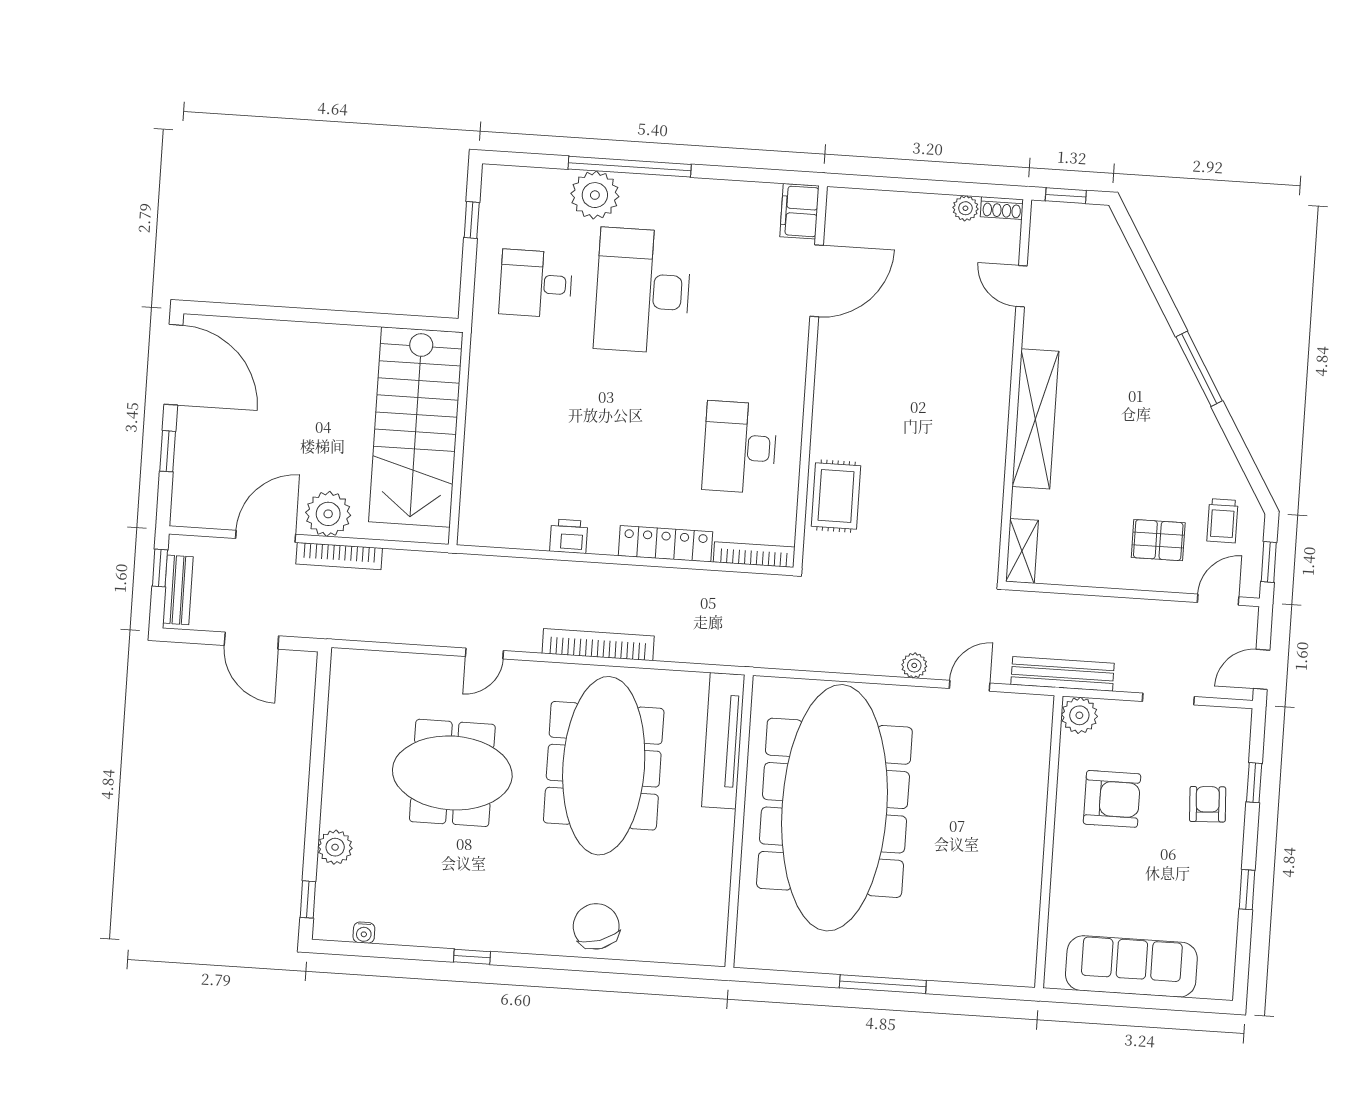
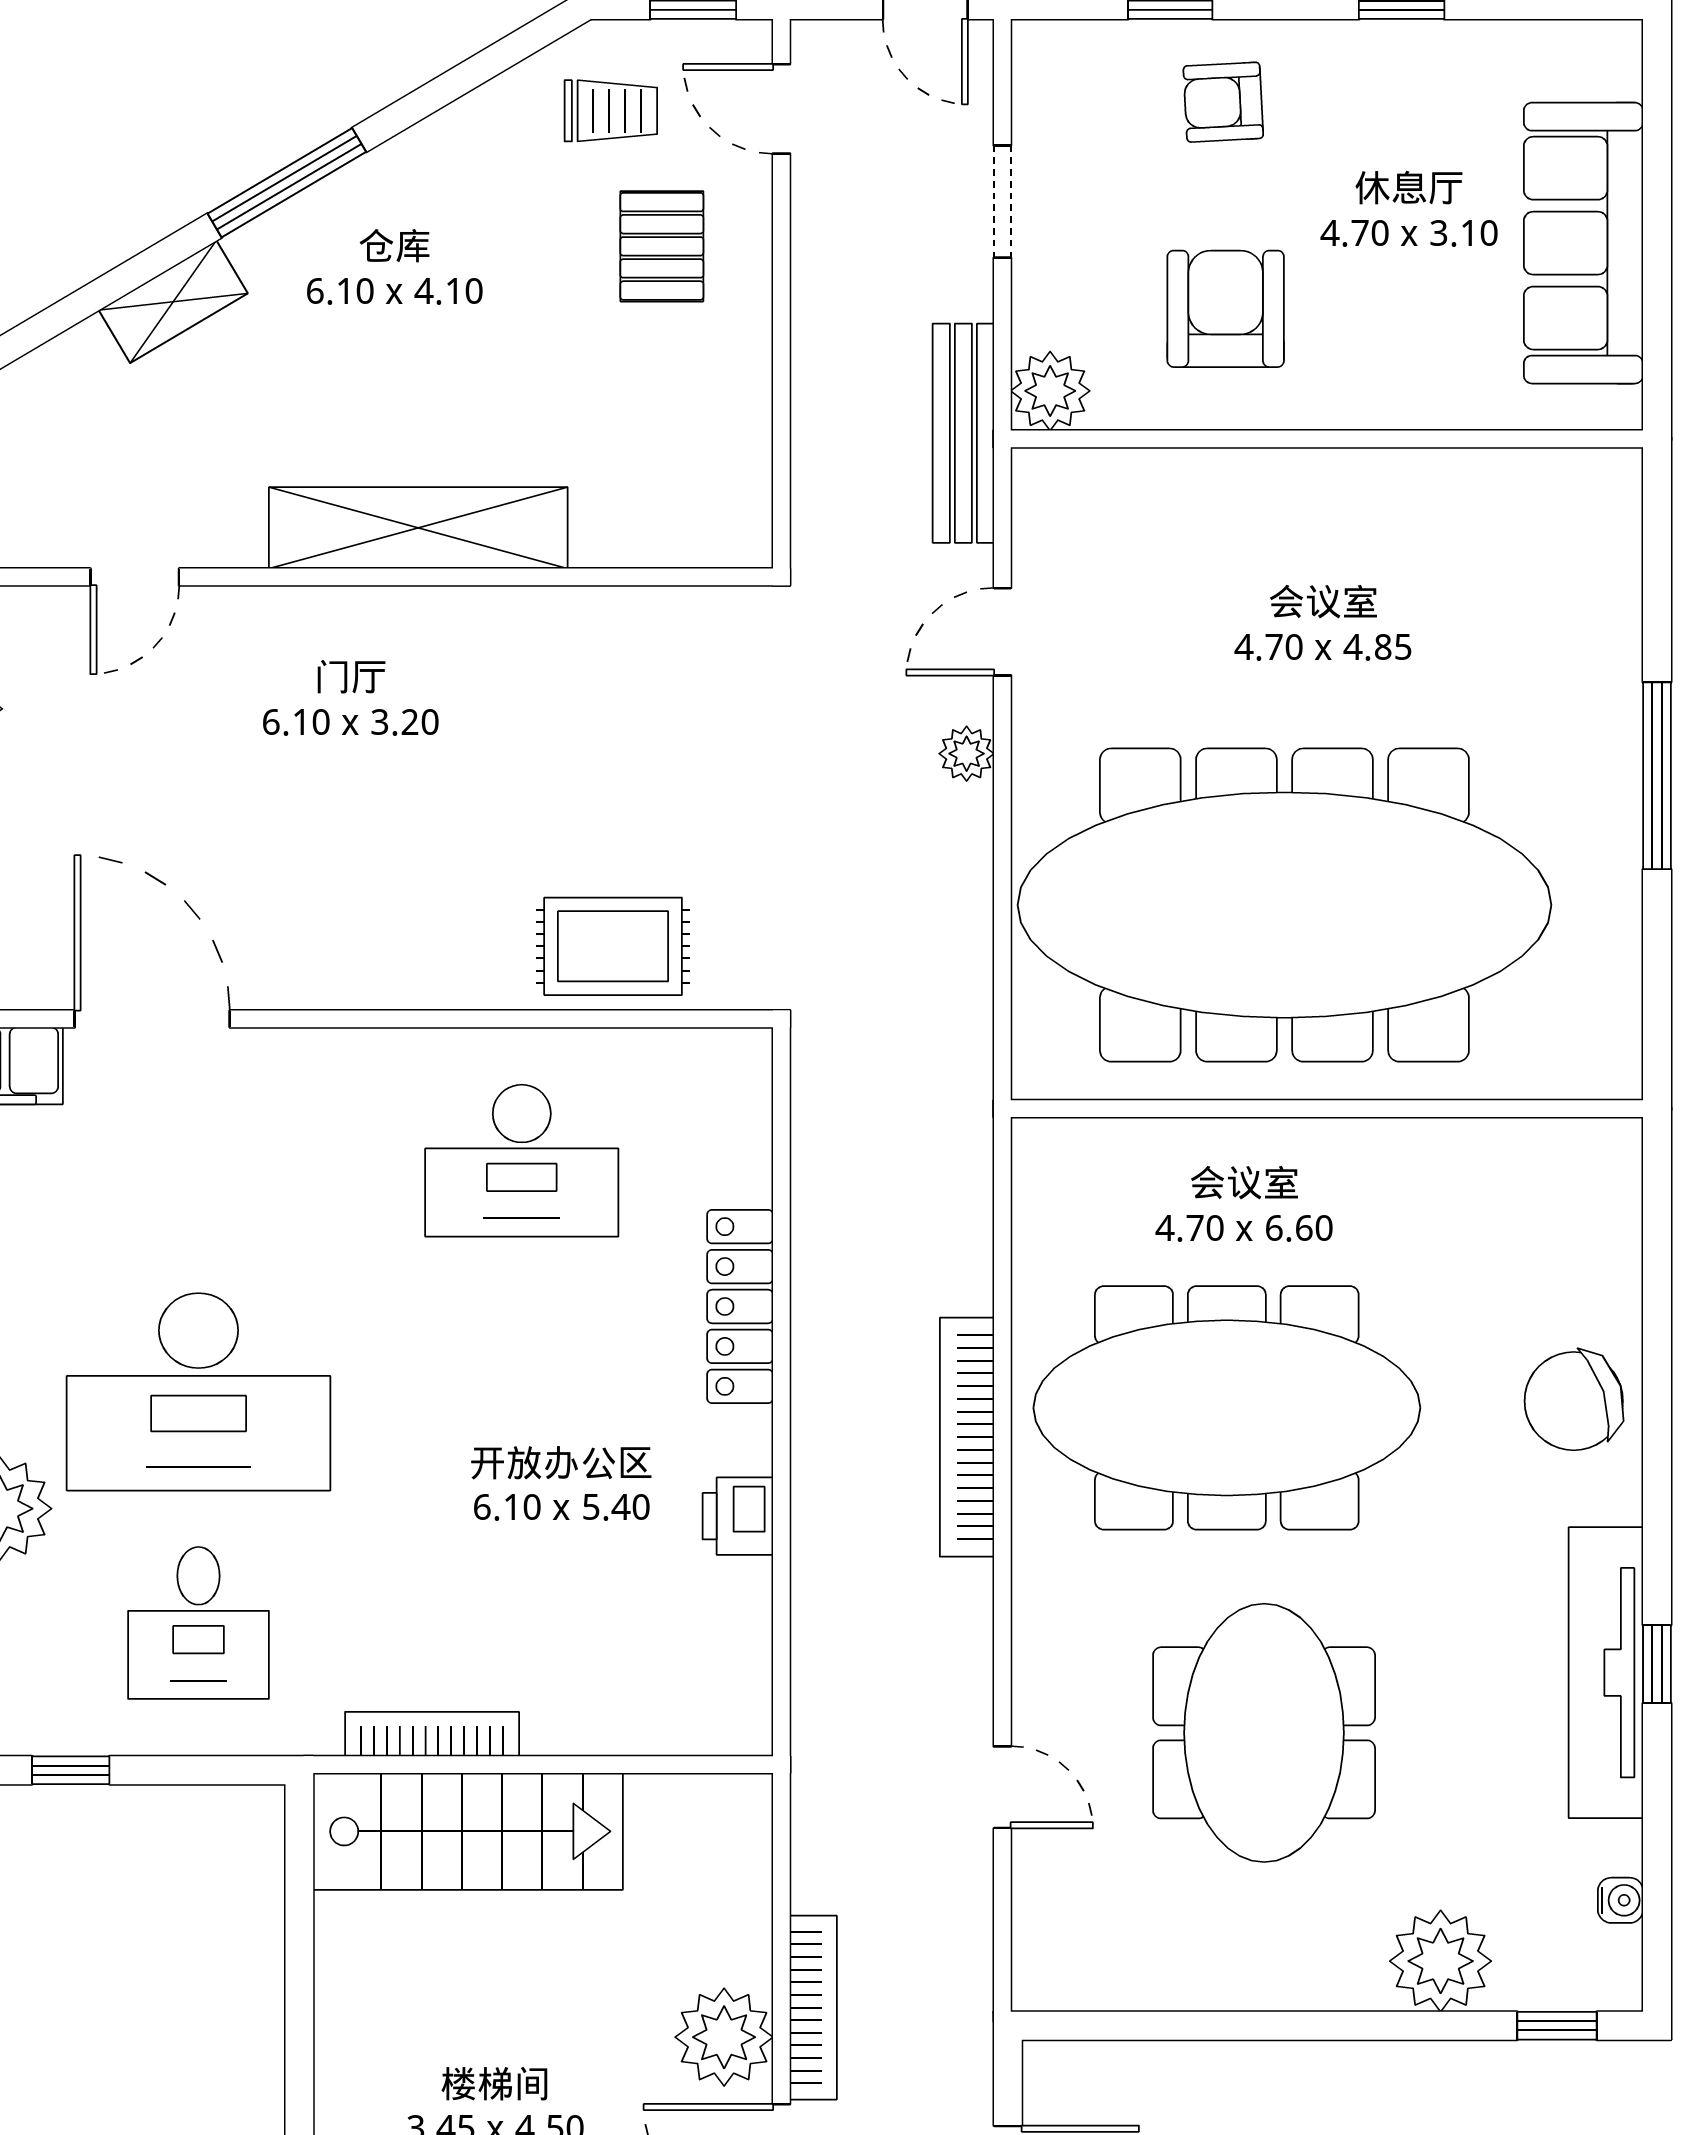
stairs: (416, 427) -> (468, 1831), width x0.73, depth x0.66
shelving: (1022, 551) -> (173, 302), moved, turned -31
bookcase: (754, 555) -> (432, 1734), moved, turned 90
door: (484, 654) -> (1002, 1787), moved
door: (970, 686) -> (1002, 632), hinge flipped
tv unit: (723, 741) -> (1606, 1673), moved, turned 90
plant: (335, 847) -> (1441, 1961), width x1.36, depth x1.36

